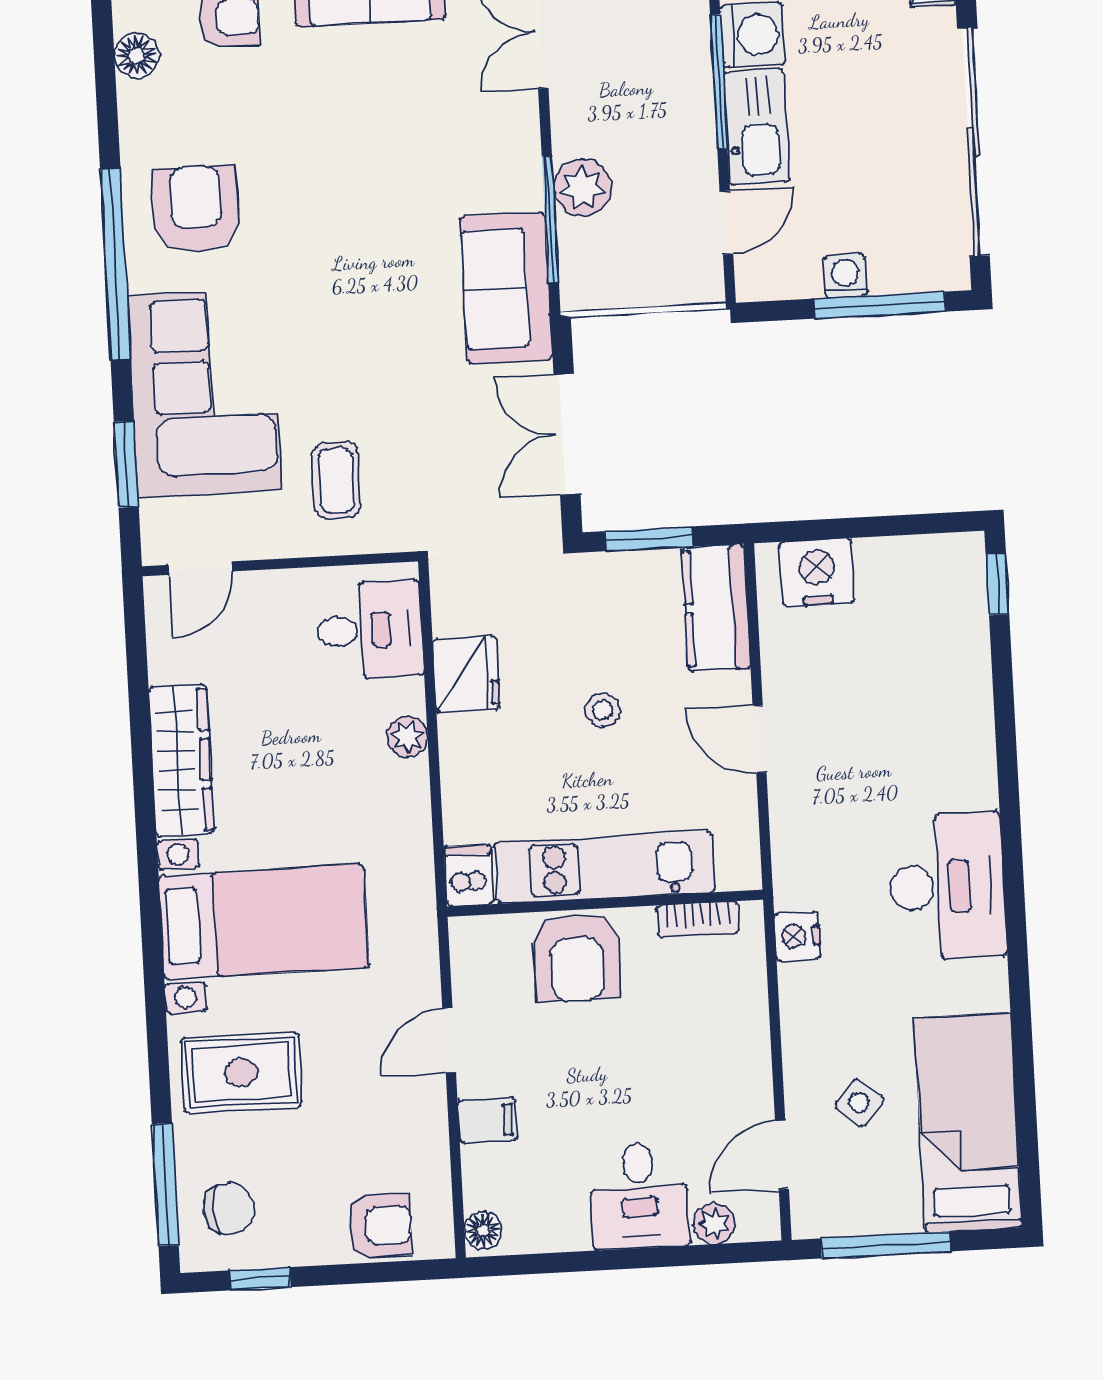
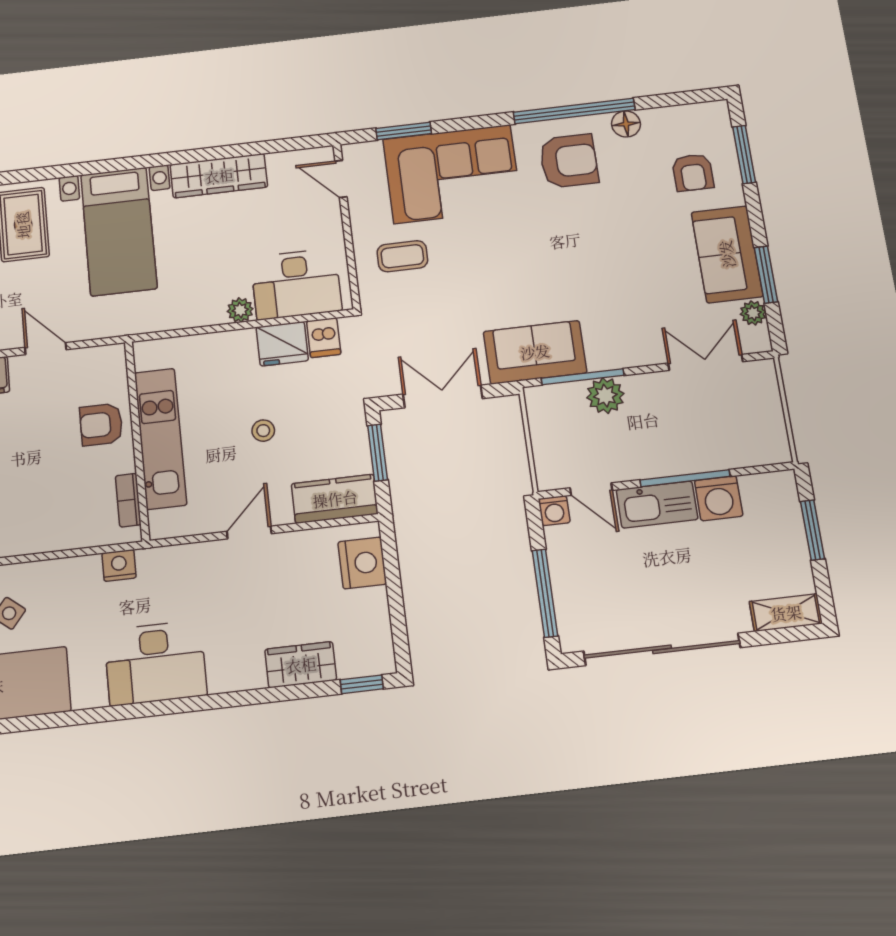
floor lamp: (137, 56) -> (626, 124), moved
window: (115, 264) -> (574, 111), moved
washing machine: (845, 276) -> (554, 511), moved, turned 90
desk: (370, 630) -> (296, 284), width x1.37
wardrobe: (963, 672) -> (301, 665), added
dishwasher: (469, 875) -> (324, 338), moved, turned 90
armchair: (577, 957) -> (101, 425), width x0.72, depth x0.72

